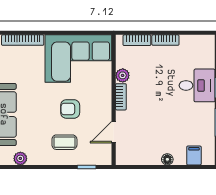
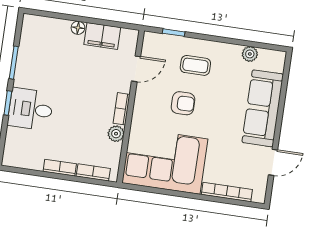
filing cabinet: (194, 155) -> (102, 36), moved, width x2.00

